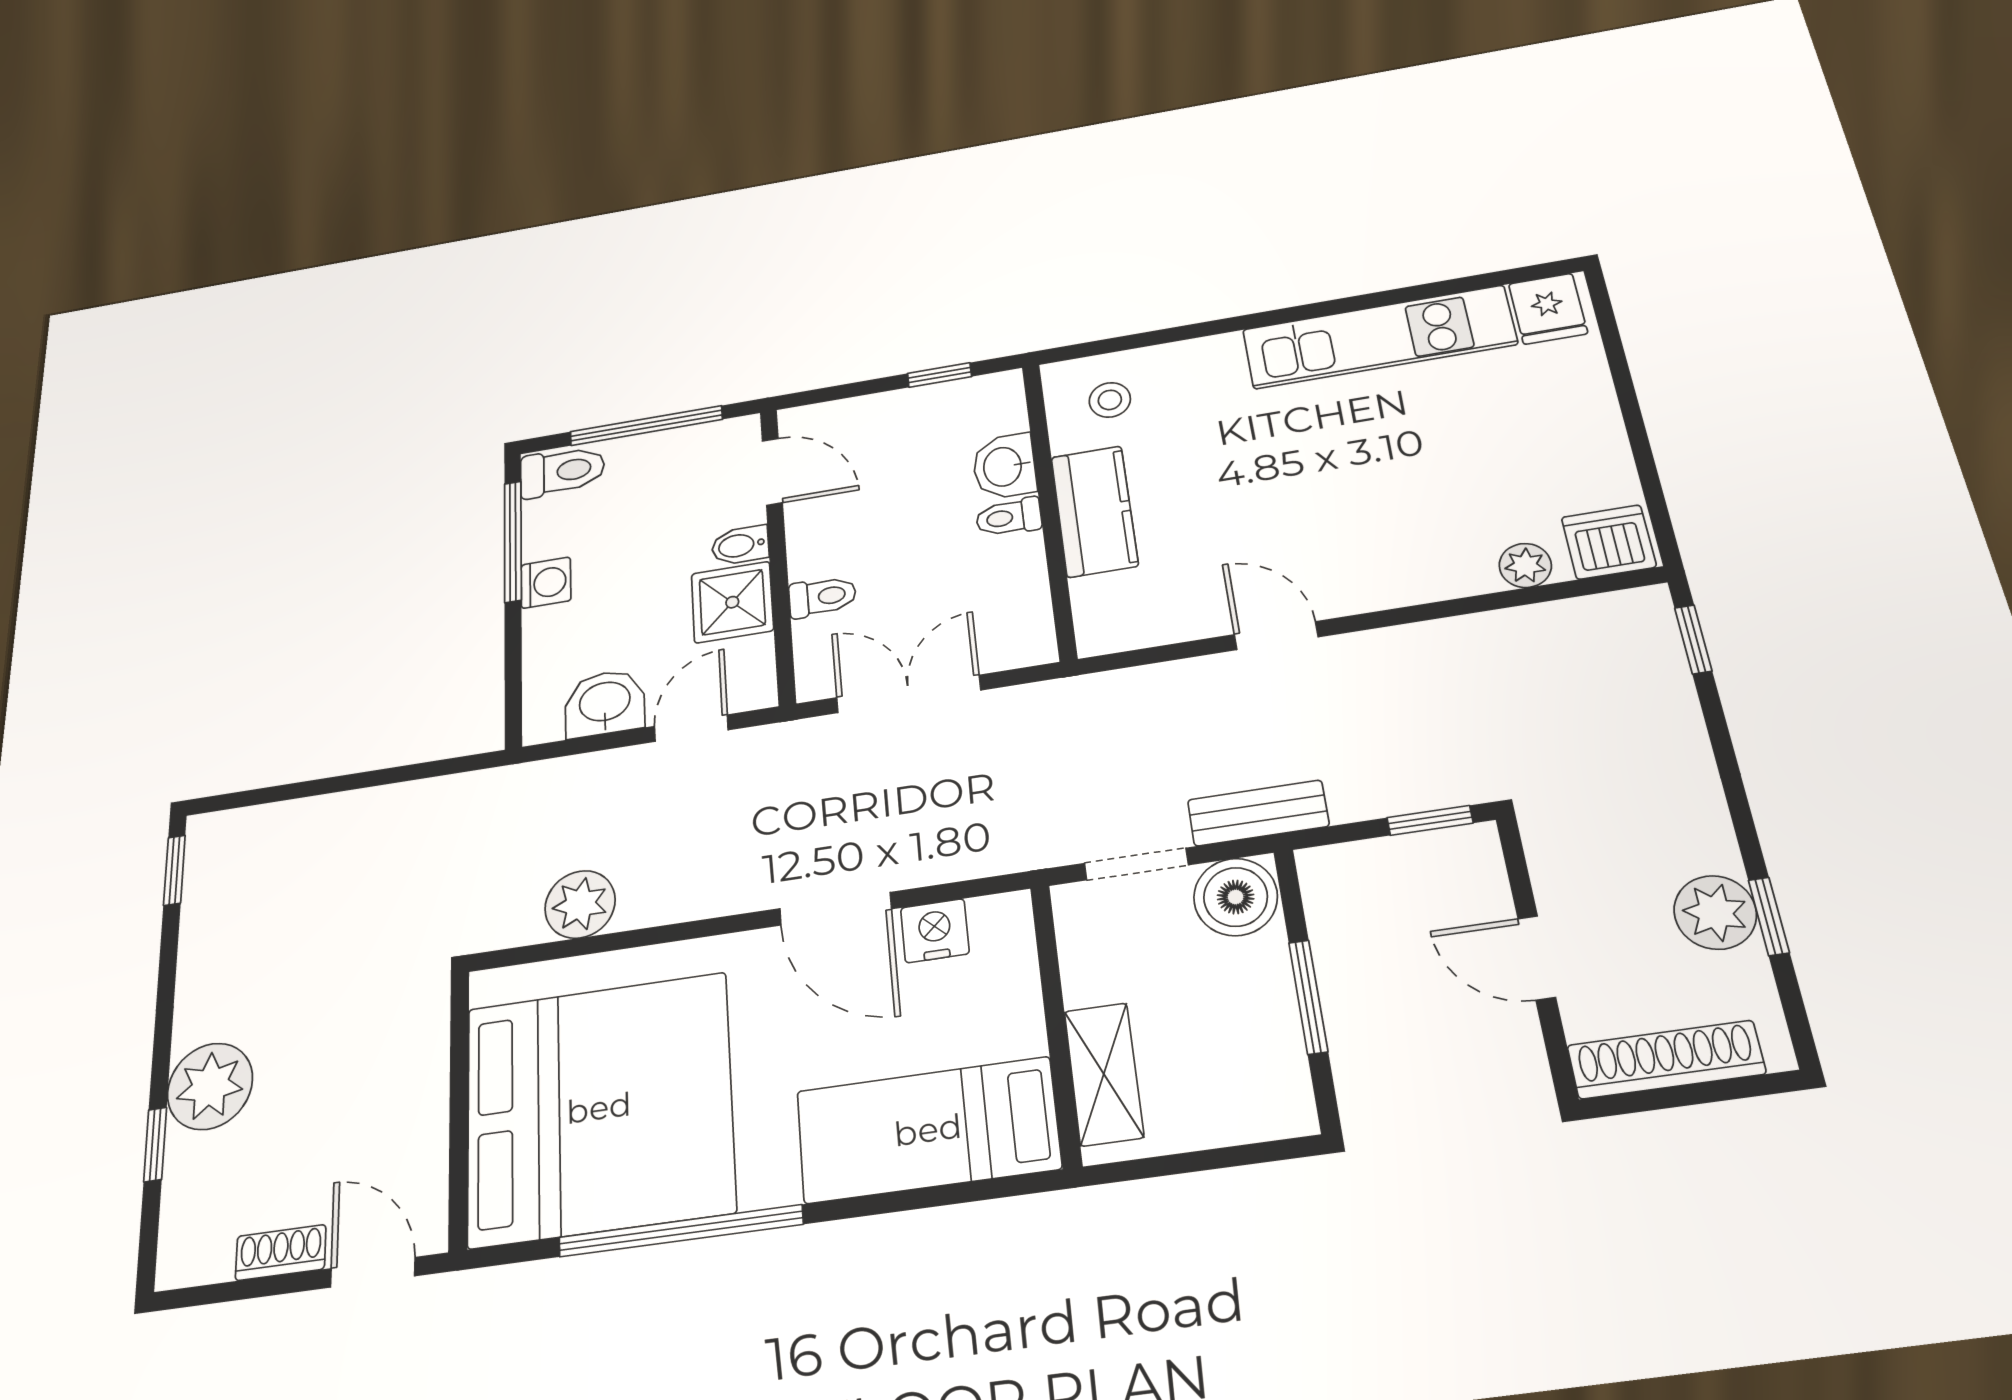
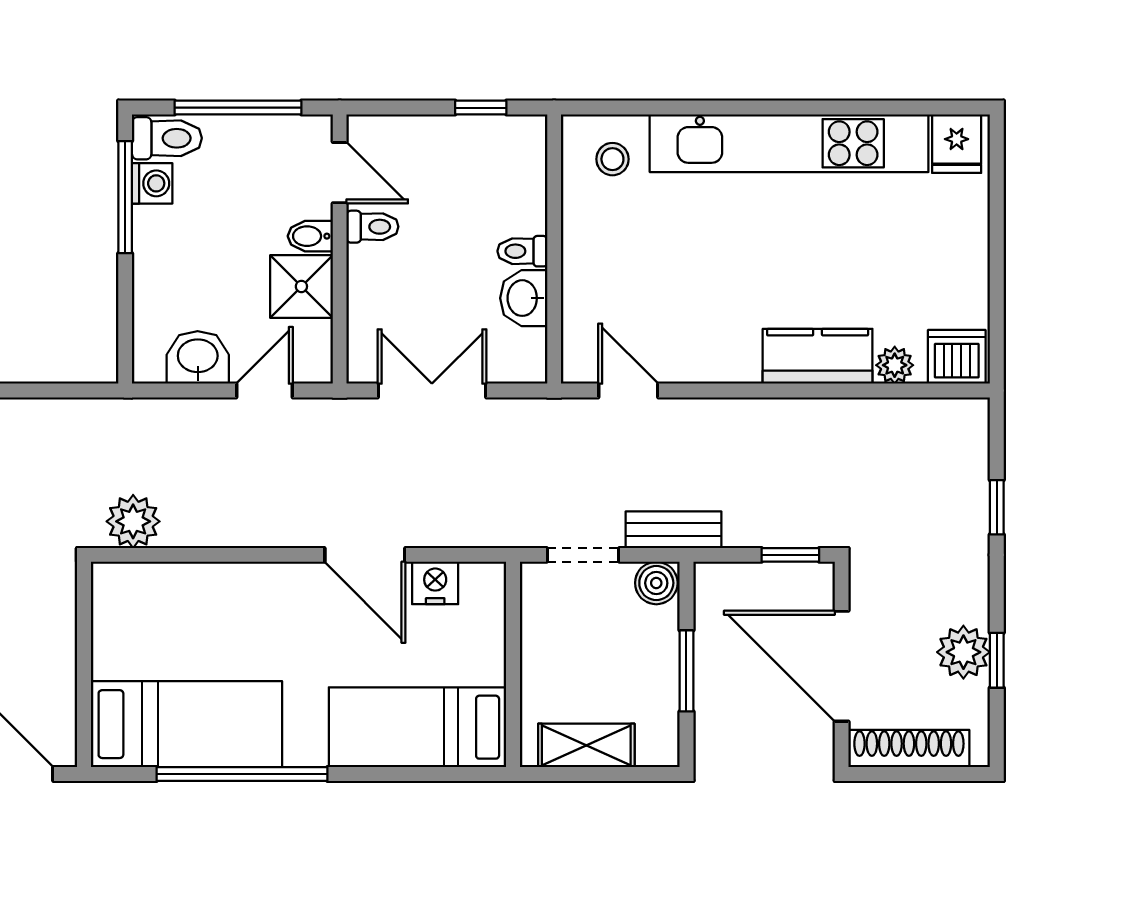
kitchen unit: (1379, 337) -> (789, 143), width x1.36
washbasin: (1004, 466) -> (524, 298), moved
kitchen counter: (1094, 511) -> (818, 356), moved, turned -90
washing machine: (546, 583) -> (152, 183), moved
toilet: (822, 597) -> (372, 227), moved
door: (1276, 636) -> (628, 391), moved
window: (1693, 639) -> (997, 507), moved
boiler: (1236, 897) -> (656, 583), width x0.73, depth x0.73
plant: (580, 904) -> (133, 521), moved
door: (1537, 958) -> (842, 666), width x1.87
shelving: (1104, 1074) -> (586, 745), moved, turned 90
bed: (599, 1108) -> (186, 724), width x0.49

